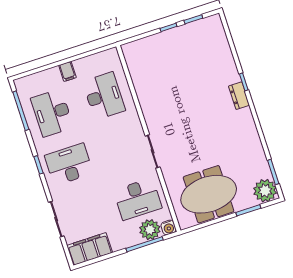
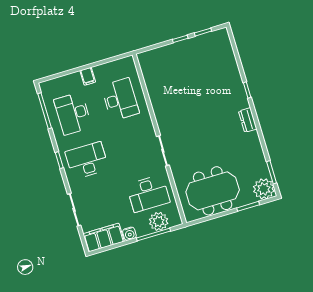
dresser: (239, 96) -> (248, 120), moved
water cooler: (169, 227) -> (129, 234), moved

